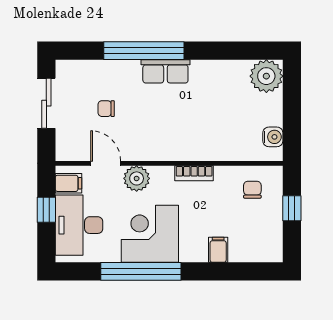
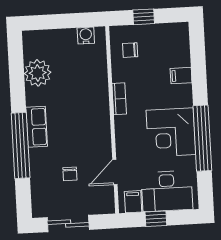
plant: (266, 76) -> (38, 73), moved
plant: (137, 178) -> (126, 146), removed

